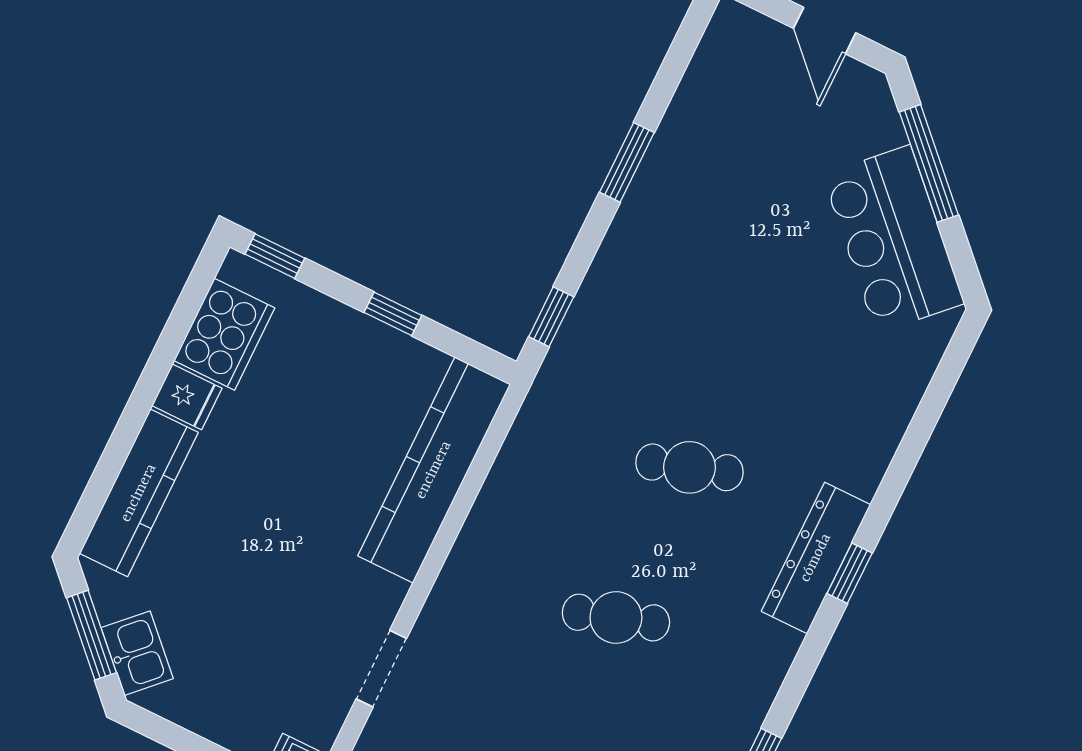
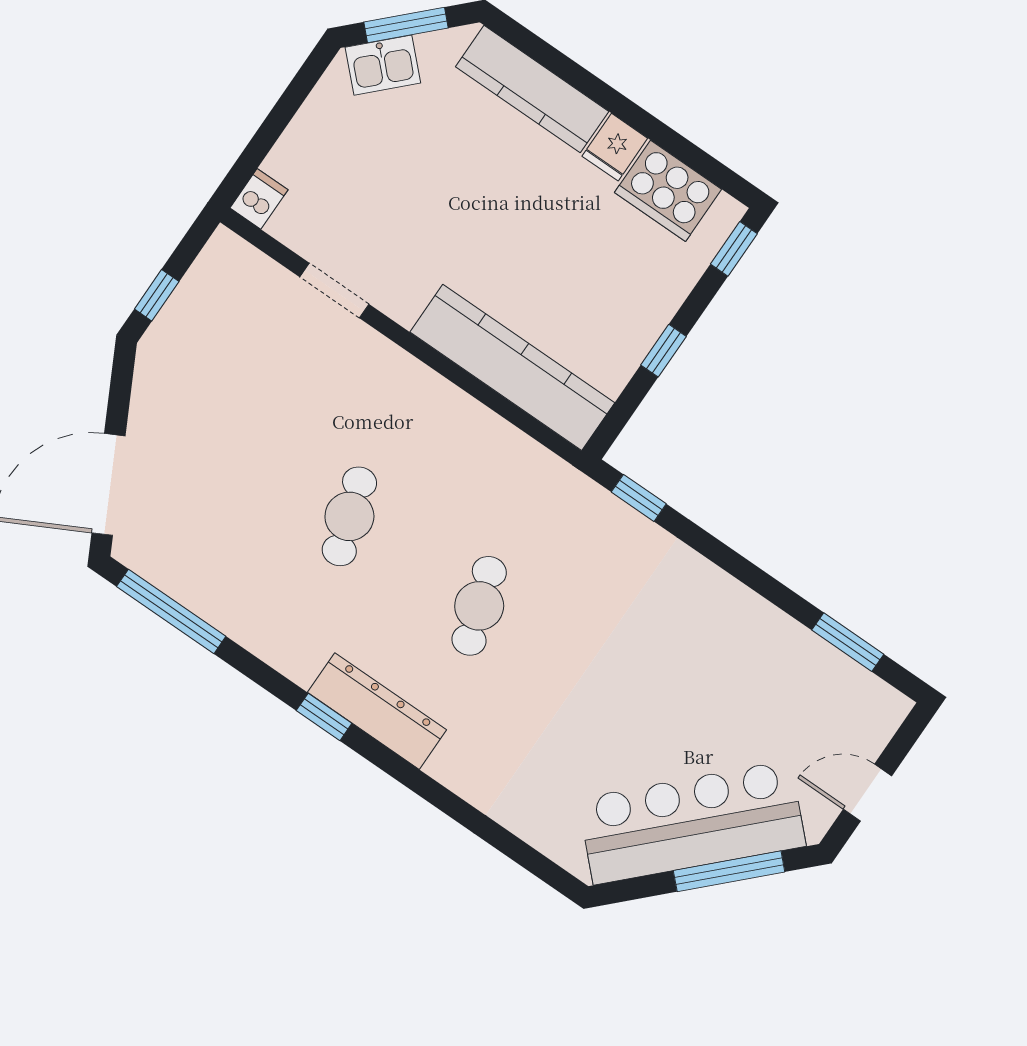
window: (627, 162) -> (848, 642), moved
bar counter: (893, 239) -> (692, 822), width x1.36
window: (850, 573) -> (324, 717), moved

